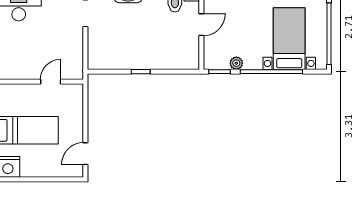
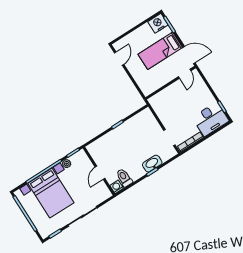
bed with nightstands: (289, 39) -> (51, 193), width x1.36
door: (51, 82) -> (185, 74), moved

